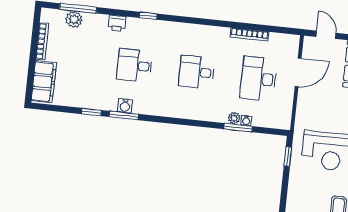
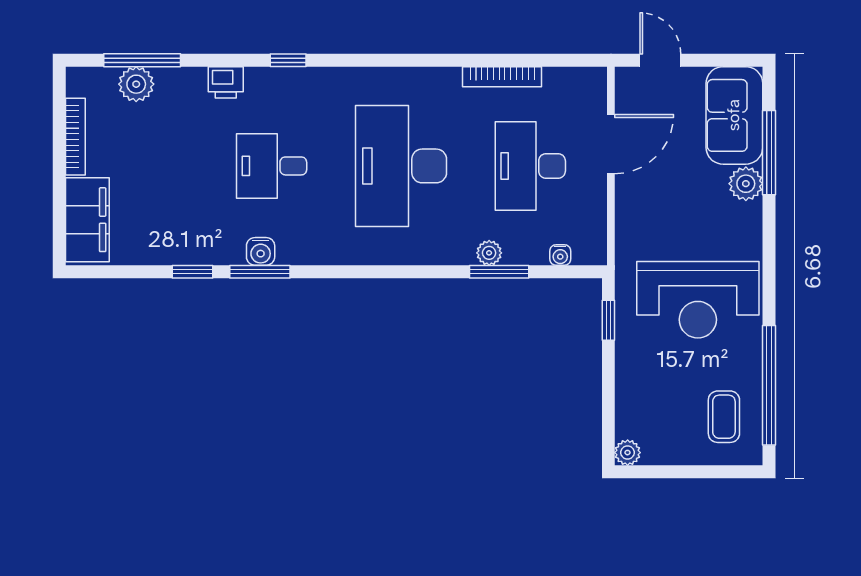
desk: (197, 72) -> (401, 166), width x1.87, depth x1.30
water cooler: (246, 120) -> (560, 255), moved

